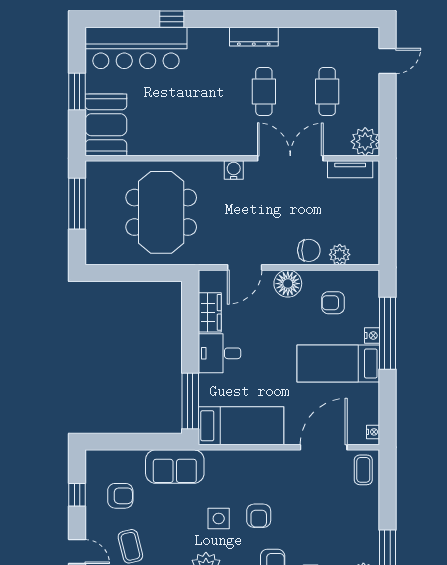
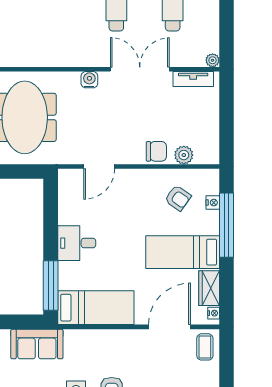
plant: (365, 142) -> (213, 60), width x0.53, depth x0.53
floor lamp: (288, 284) -> (138, 181), removed
armchair: (333, 303) -> (178, 198), turned -145
wardrobe: (210, 312) -> (209, 288), moved, turned 180
nightstand: (372, 336) -> (213, 203), moved

